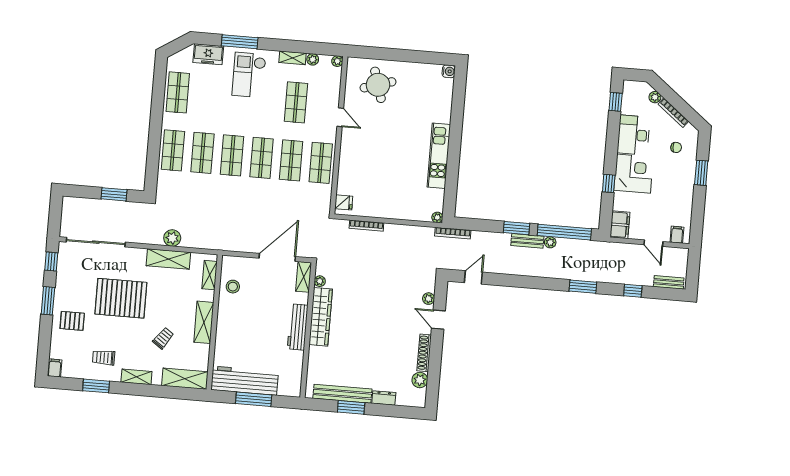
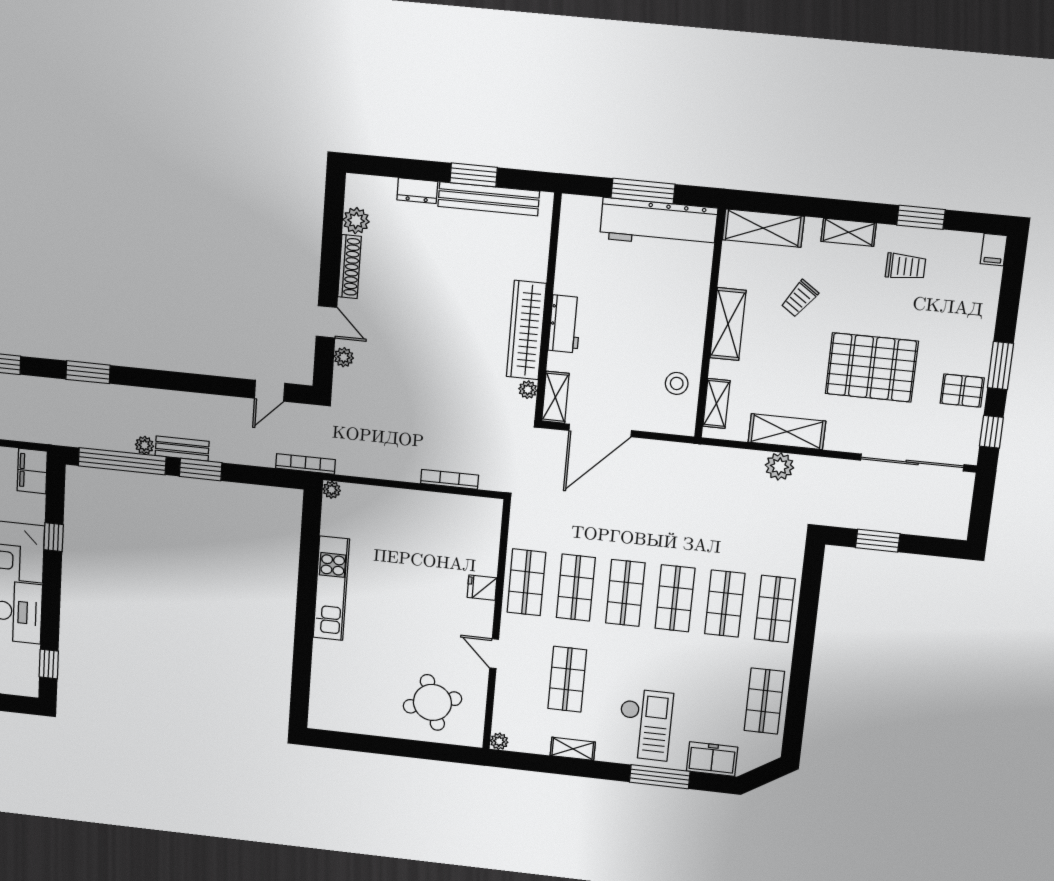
plant: (313, 59) -> (540, 745), removed
water cooler: (449, 71) -> (318, 720), removed
fridge: (344, 202) -> (482, 588), moved
pallet: (72, 321) -> (962, 391), moved
workbench: (298, 327) -> (565, 324), width x0.73

